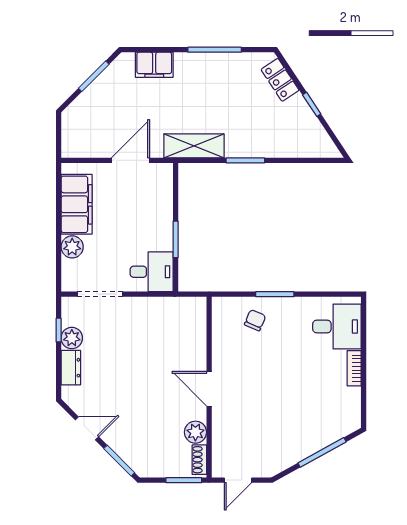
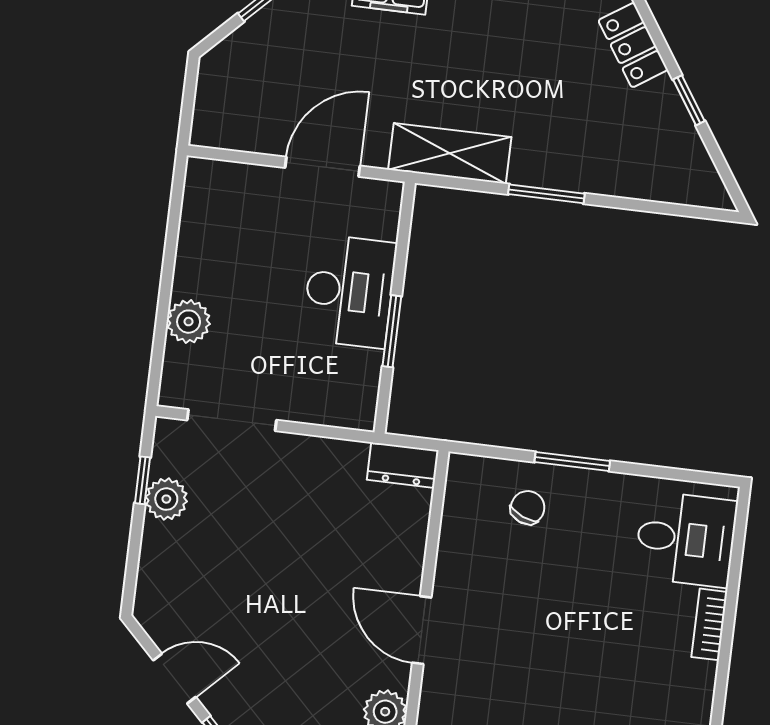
filing cabinet: (77, 204) -> (207, 240), removed
desk: (152, 272) -> (349, 291), moved, width x1.37
dresser: (71, 368) -> (403, 465), moved, turned 90

